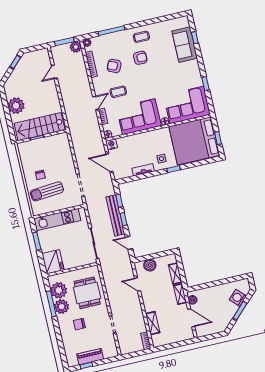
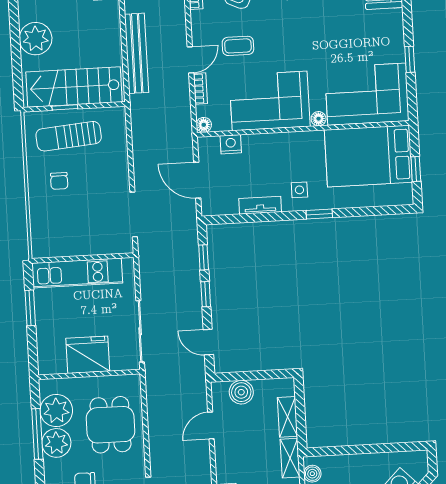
bed: (194, 141) -> (368, 156), width x0.73
nightstand: (112, 144) -> (231, 144), moved
sun lounger: (47, 191) -> (69, 136), moved
bench: (115, 215) -> (137, 53), moved
fridge: (53, 262) -> (88, 355), moved, turned -90
door: (138, 284) -> (211, 426), hinge flipped

